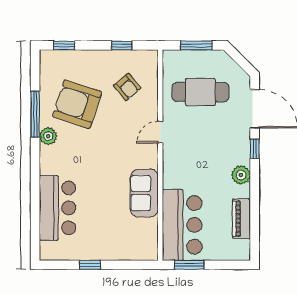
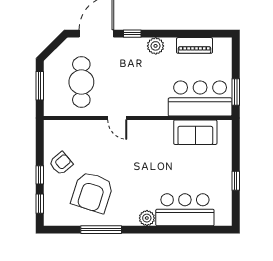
window: (122, 45) -> (40, 175), moved
armchair: (127, 87) -> (61, 163), moved
plant: (48, 136) -> (147, 218), moved
sofa: (144, 193) -> (195, 132), moved

